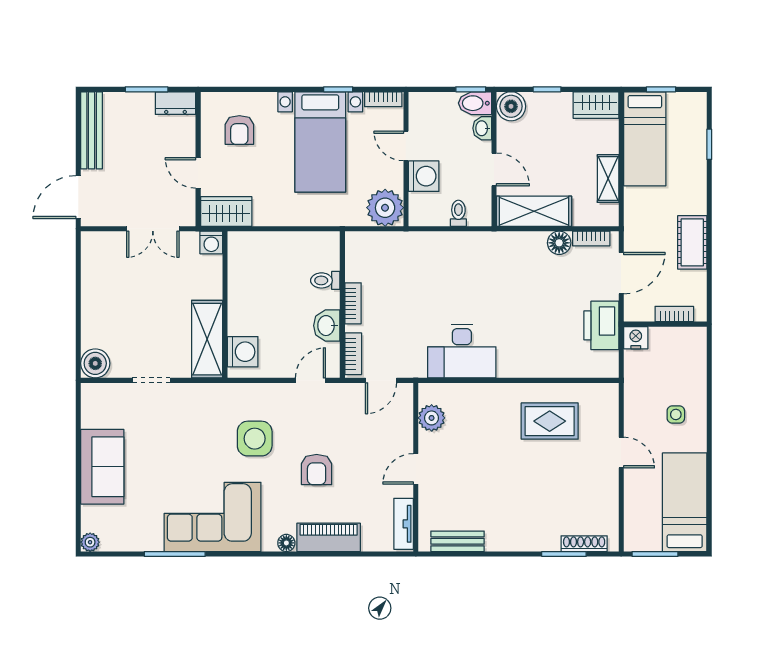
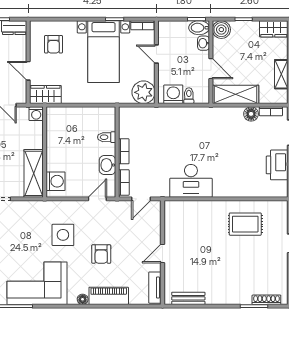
washing machine: (424, 176) -> (173, 94), moved, turned -90
plant: (432, 418) -> (172, 222), removed

